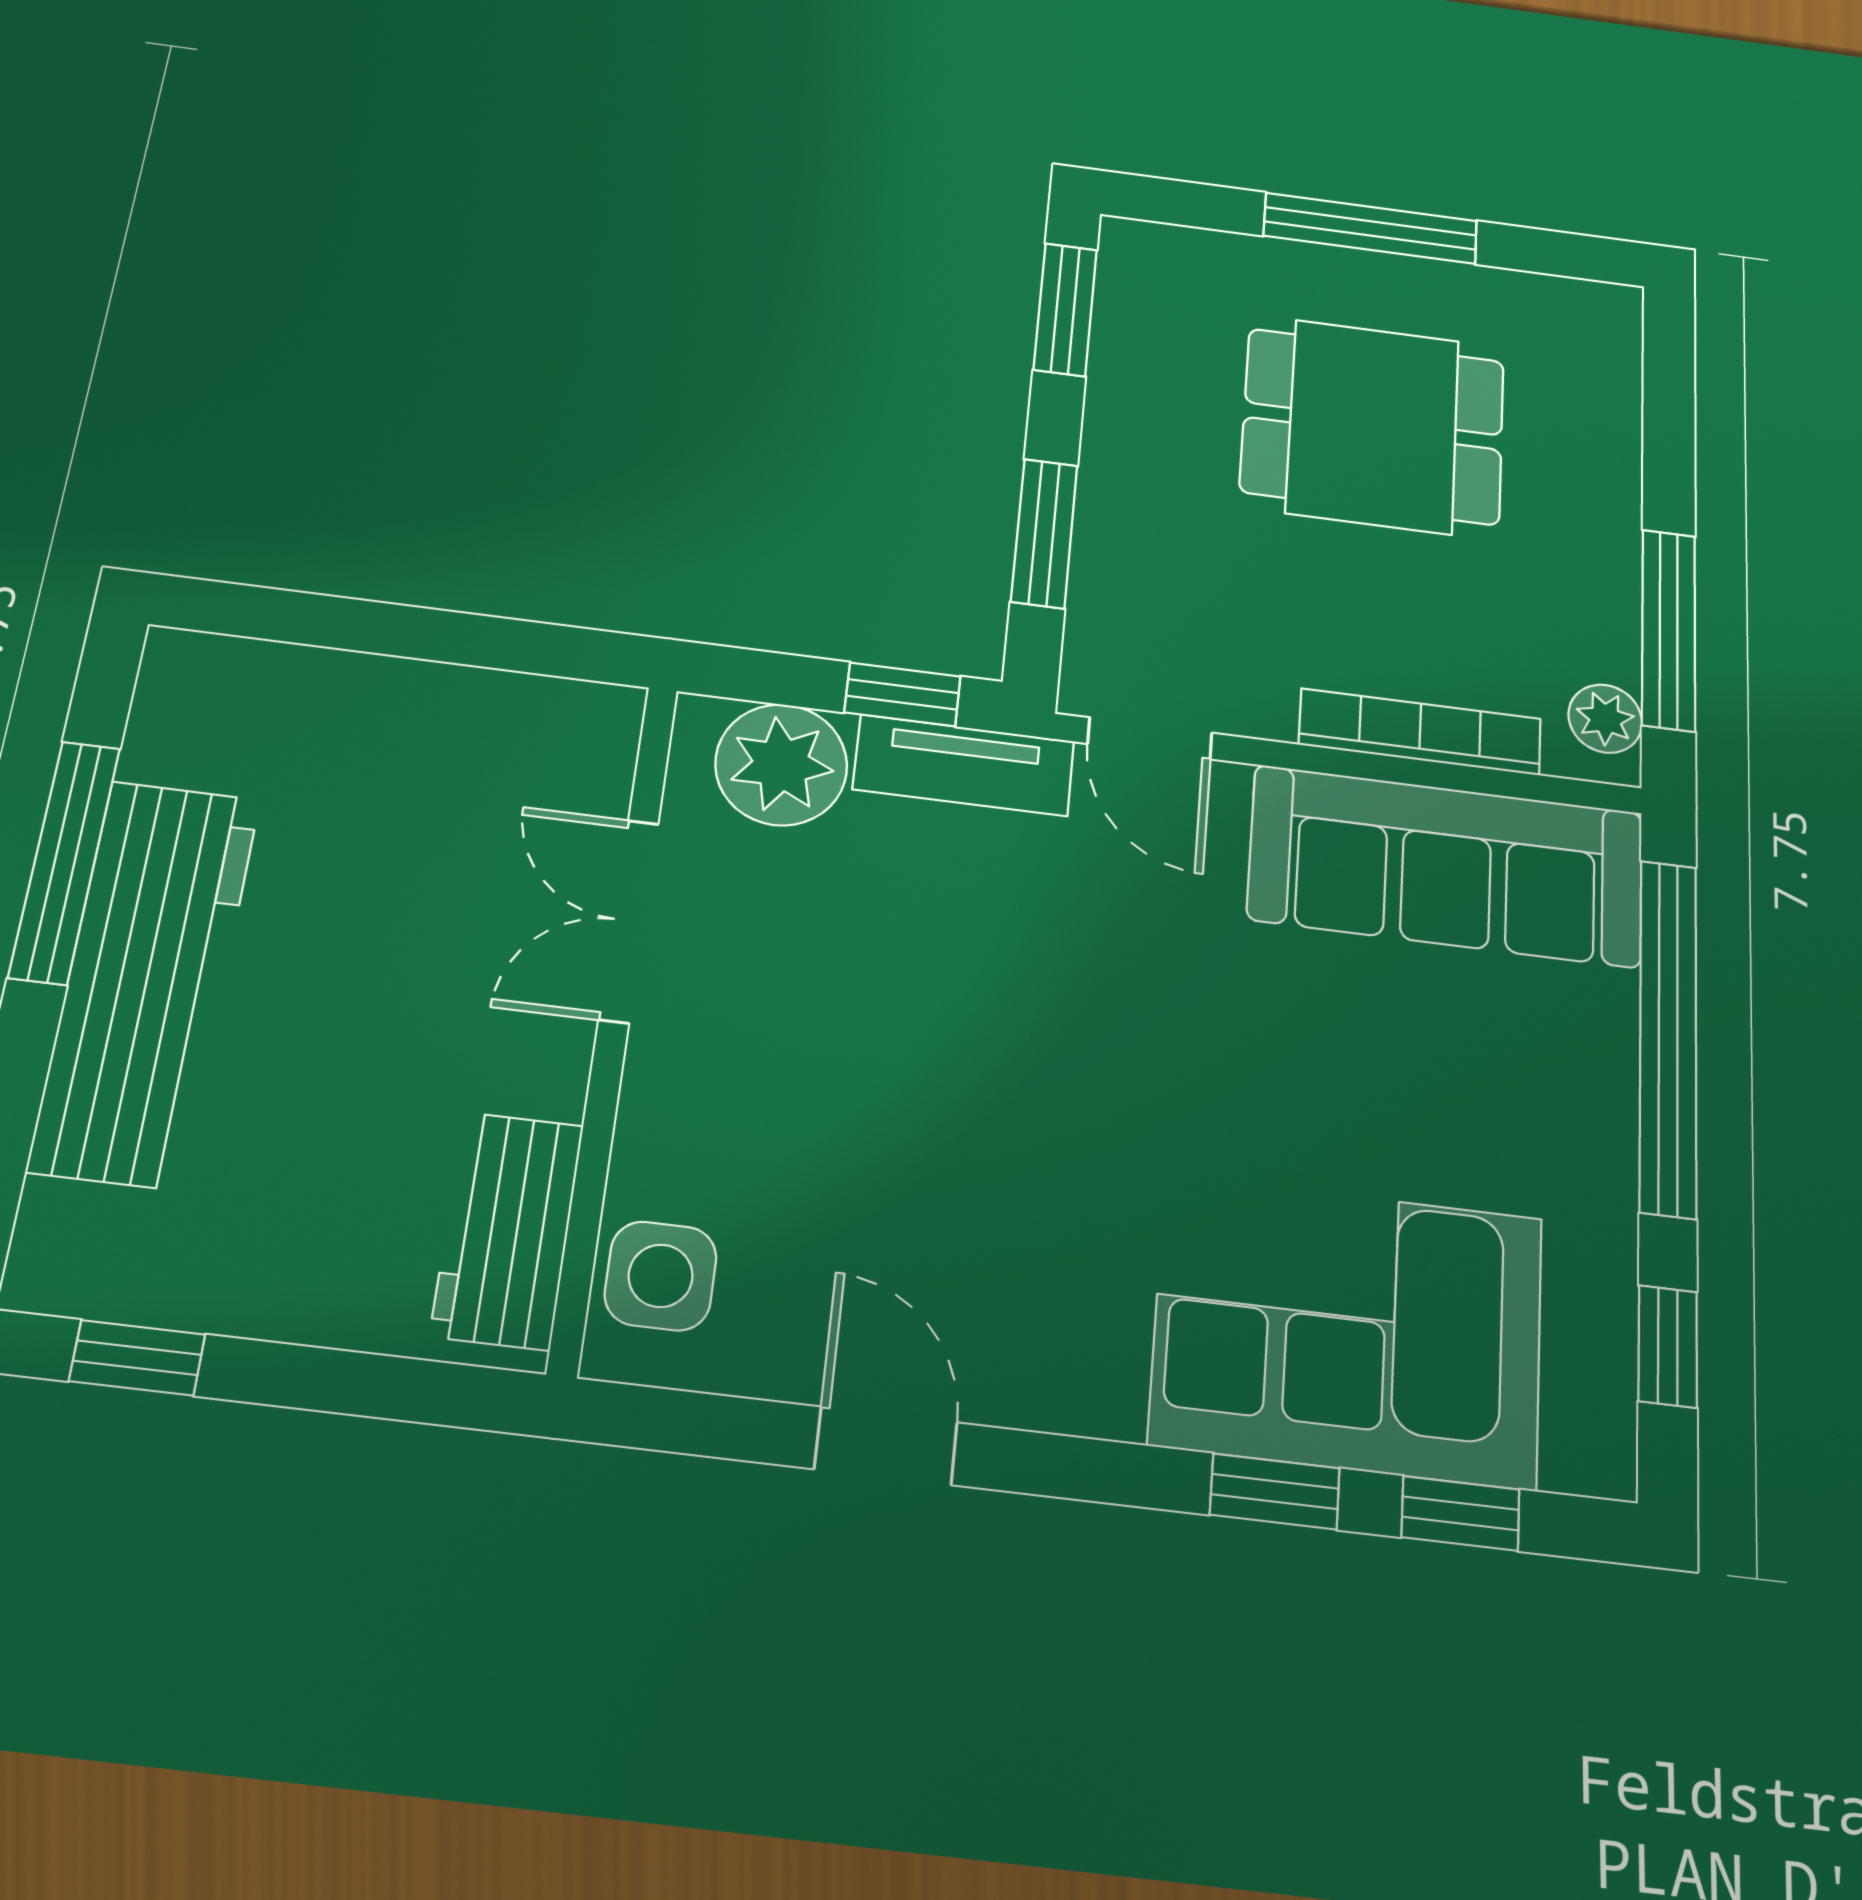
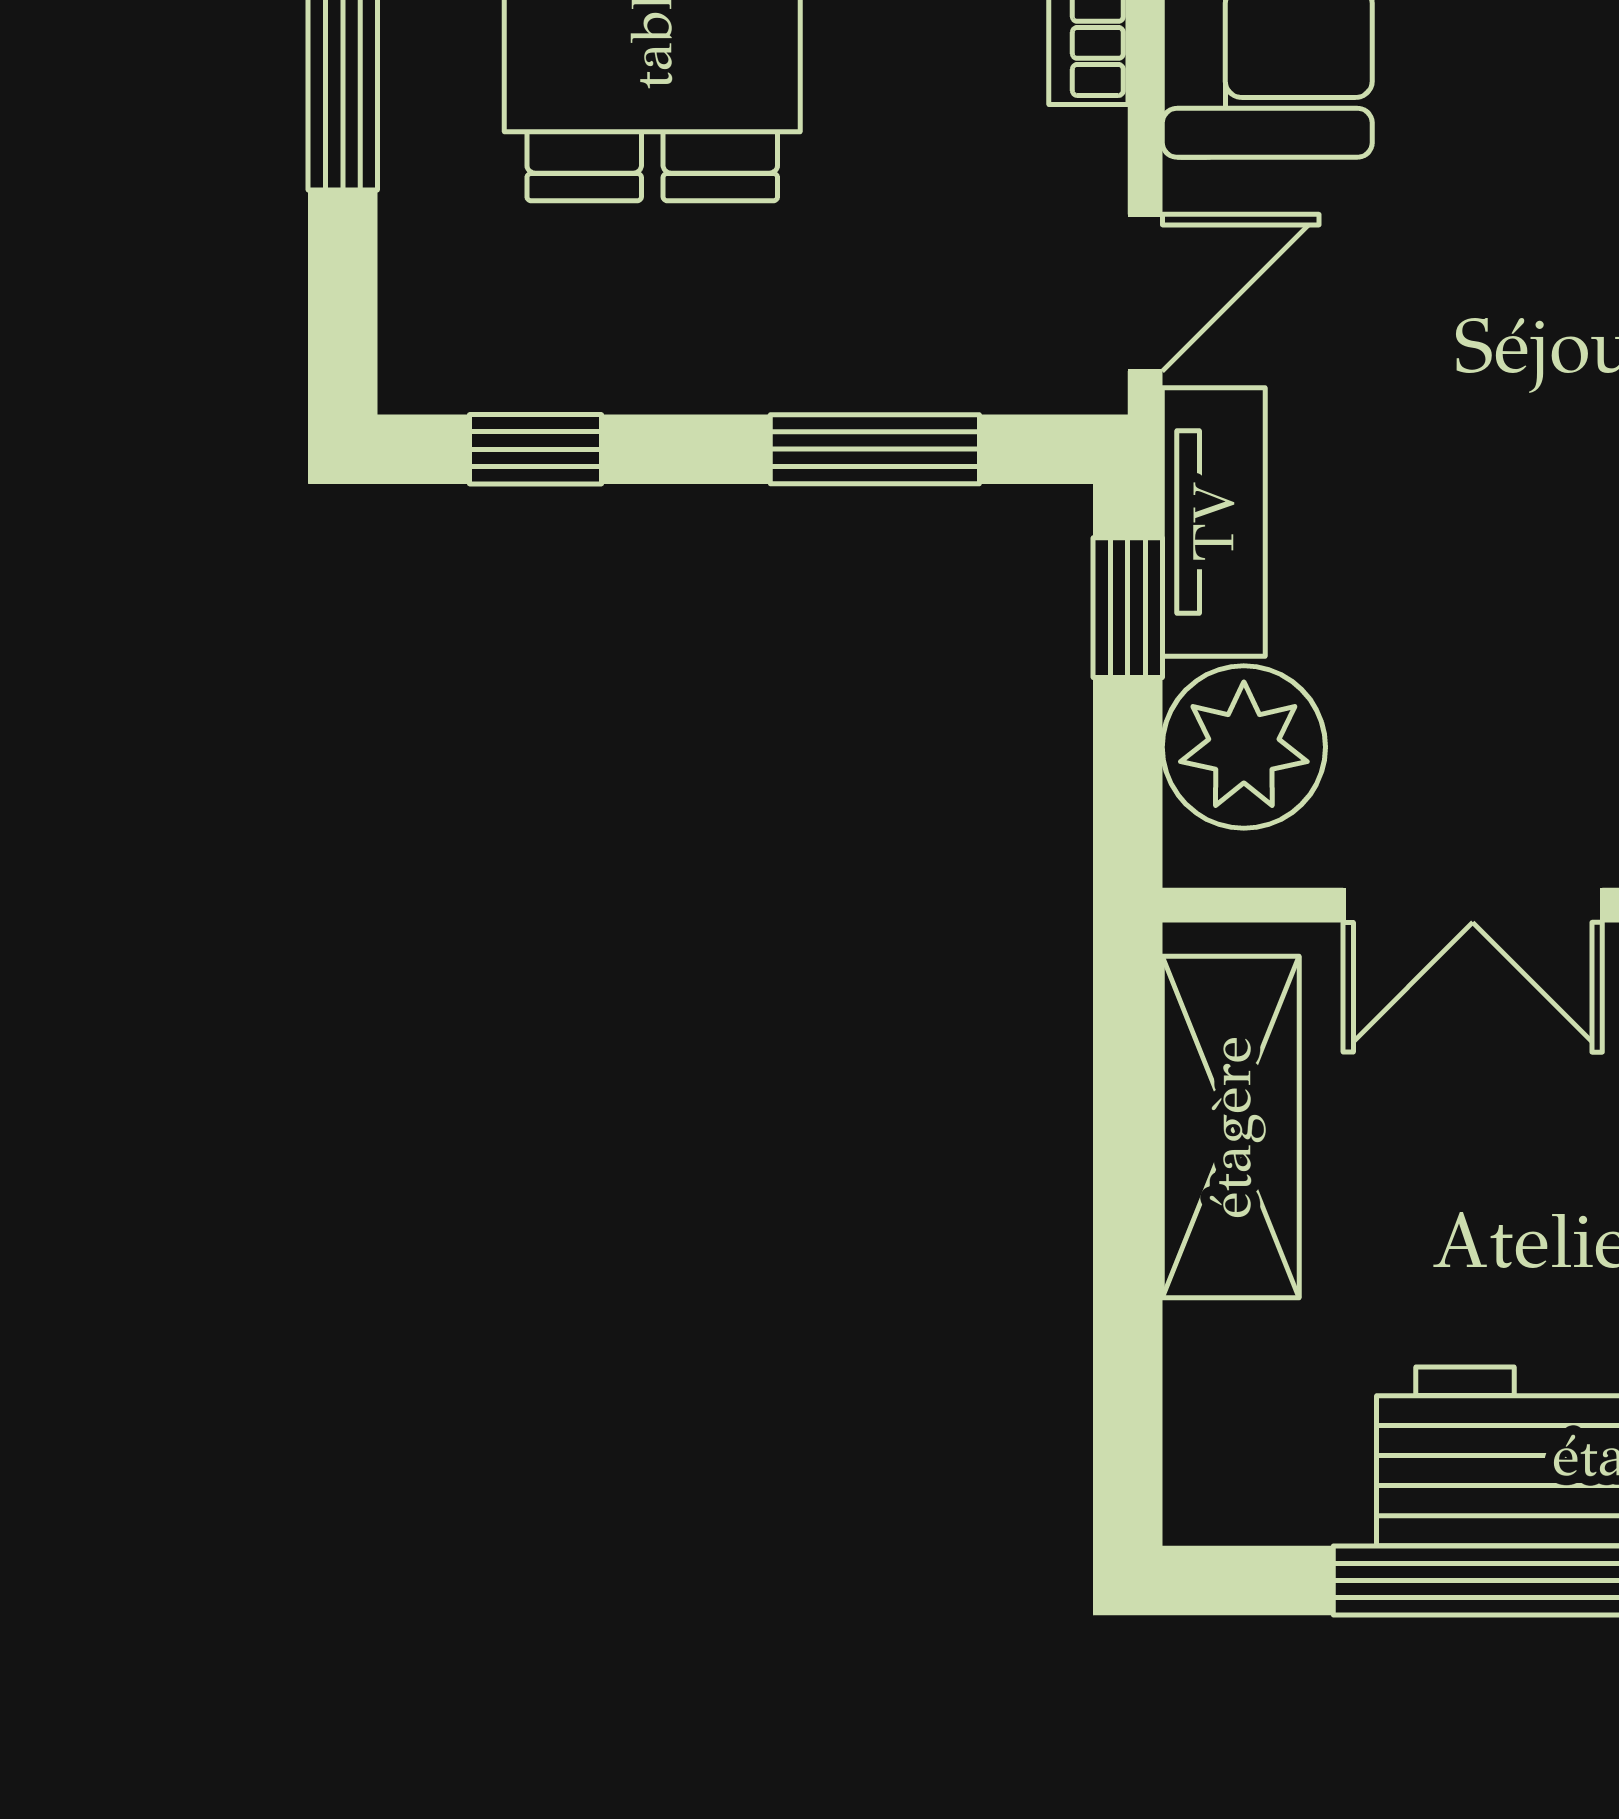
window: (1065, 310) -> (536, 449), width x0.67
shelving: (477, 716) -> (1231, 1127), added

